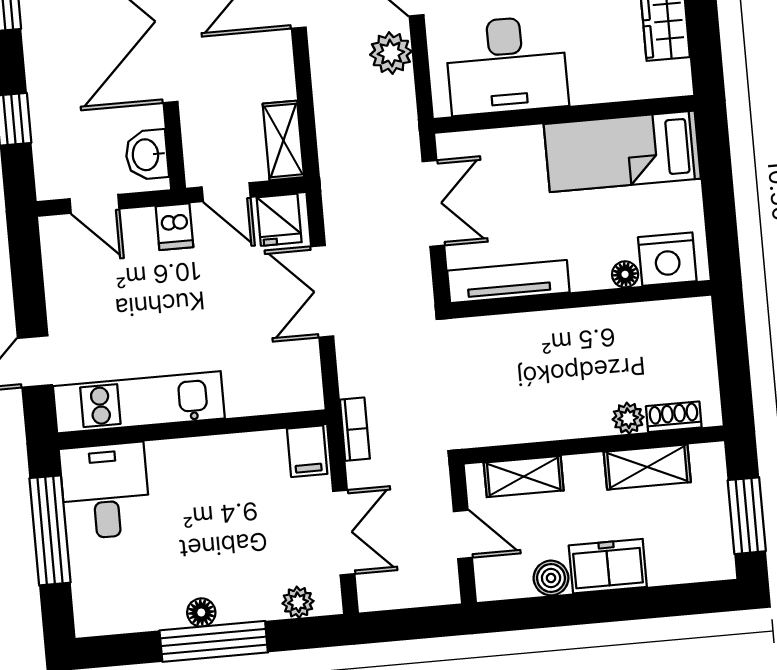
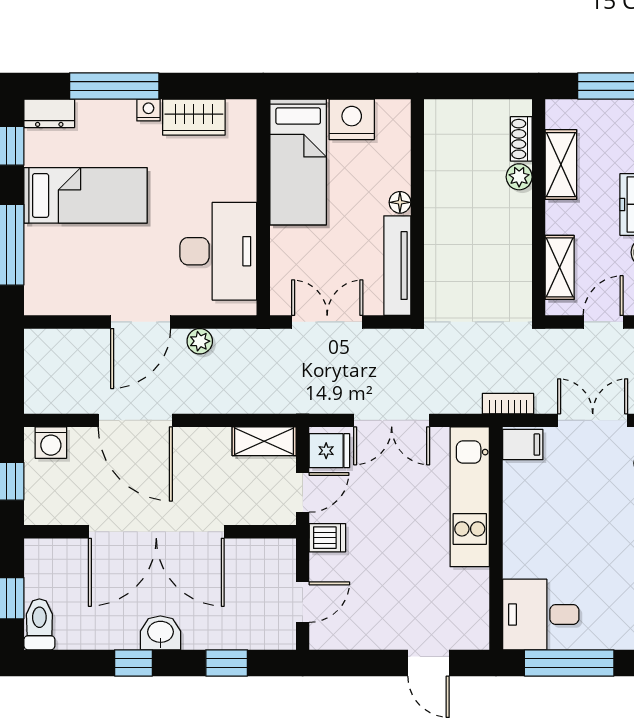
plant: (391, 53) -> (200, 341), width x0.73, depth x0.73
washbasin: (147, 155) -> (160, 633), moved, turned 180
nightstand: (667, 259) -> (352, 119), moved, turned -90
floor lamp: (625, 274) -> (400, 202), moved
kitchen unit: (139, 402) -> (470, 497), moved

